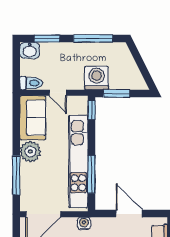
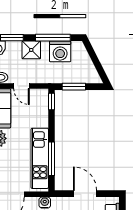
shower: (69, 52) -> (31, 50), added
washing machine: (97, 78) -> (60, 51), moved, turned 180
kitchen unit: (78, 161) -> (40, 158), width x0.73

